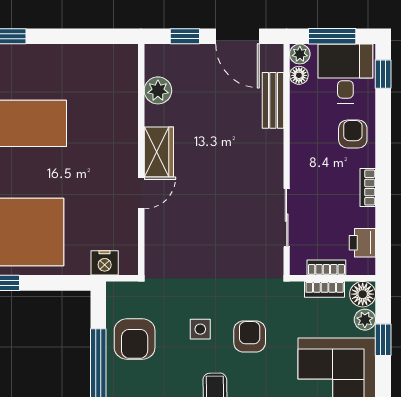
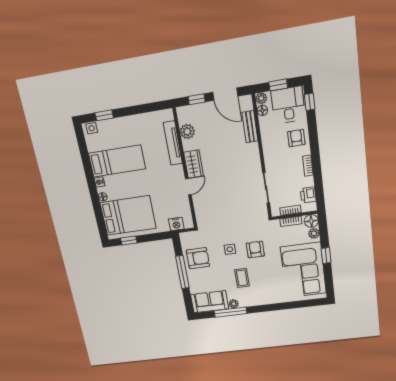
window: (332, 36) -> (278, 85), width x0.67
tv unit: (127, 107) -> (173, 143), added
armchair: (135, 339) -> (198, 258), turned -90
window: (383, 340) -> (326, 256), moved

